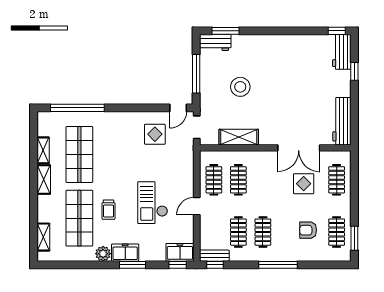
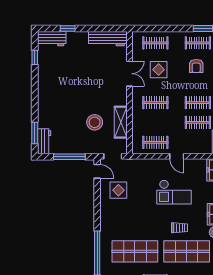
window: (337, 31) -> (35, 57), moved
stool: (240, 87) -> (95, 122), moved
double door: (299, 148) -> (129, 74), width x0.73
clothes rail: (238, 180) -> (155, 103), moved

